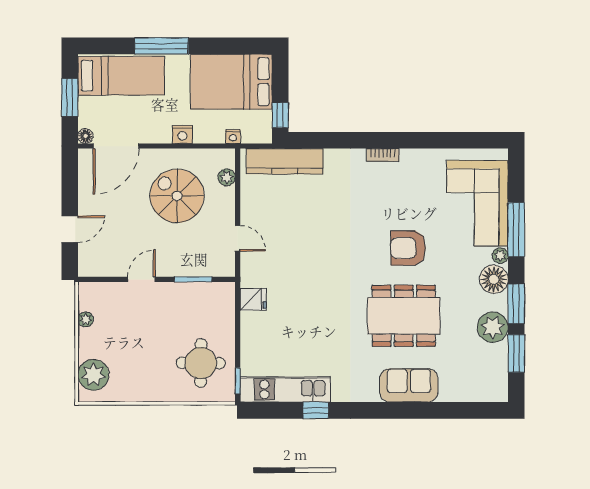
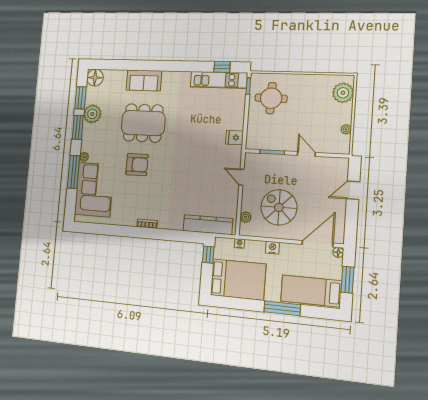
spiral stairs: (177, 196) -> (279, 207), turned 180
door: (142, 279) -> (306, 154), swing flipped
floor lamp: (494, 279) -> (95, 78), moved
window: (316, 410) -> (222, 67), moved

